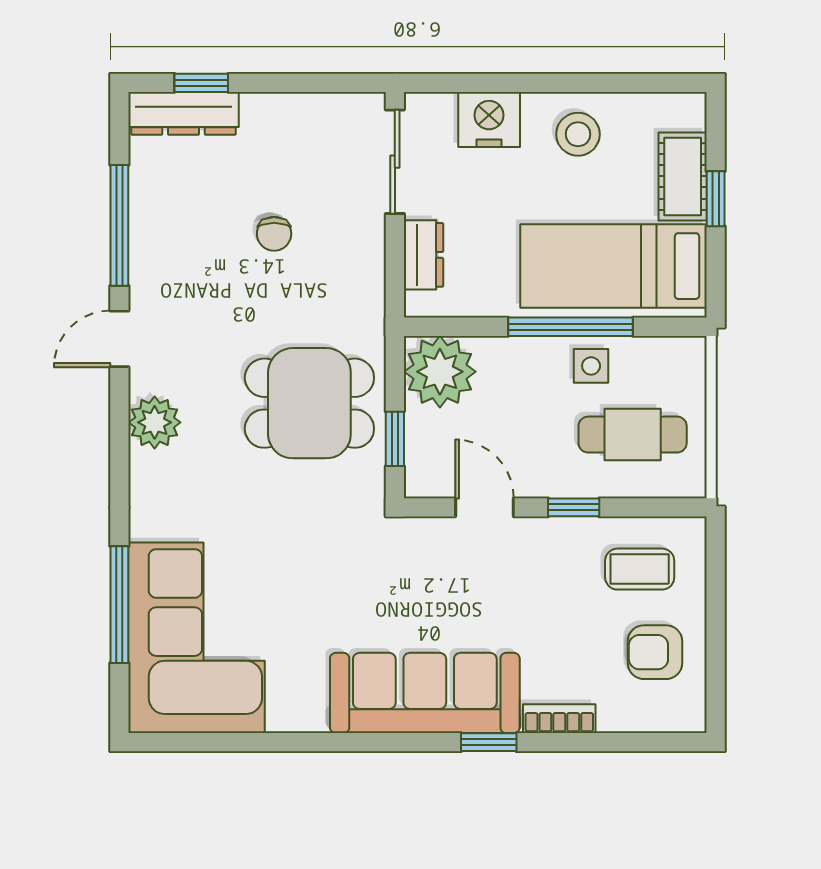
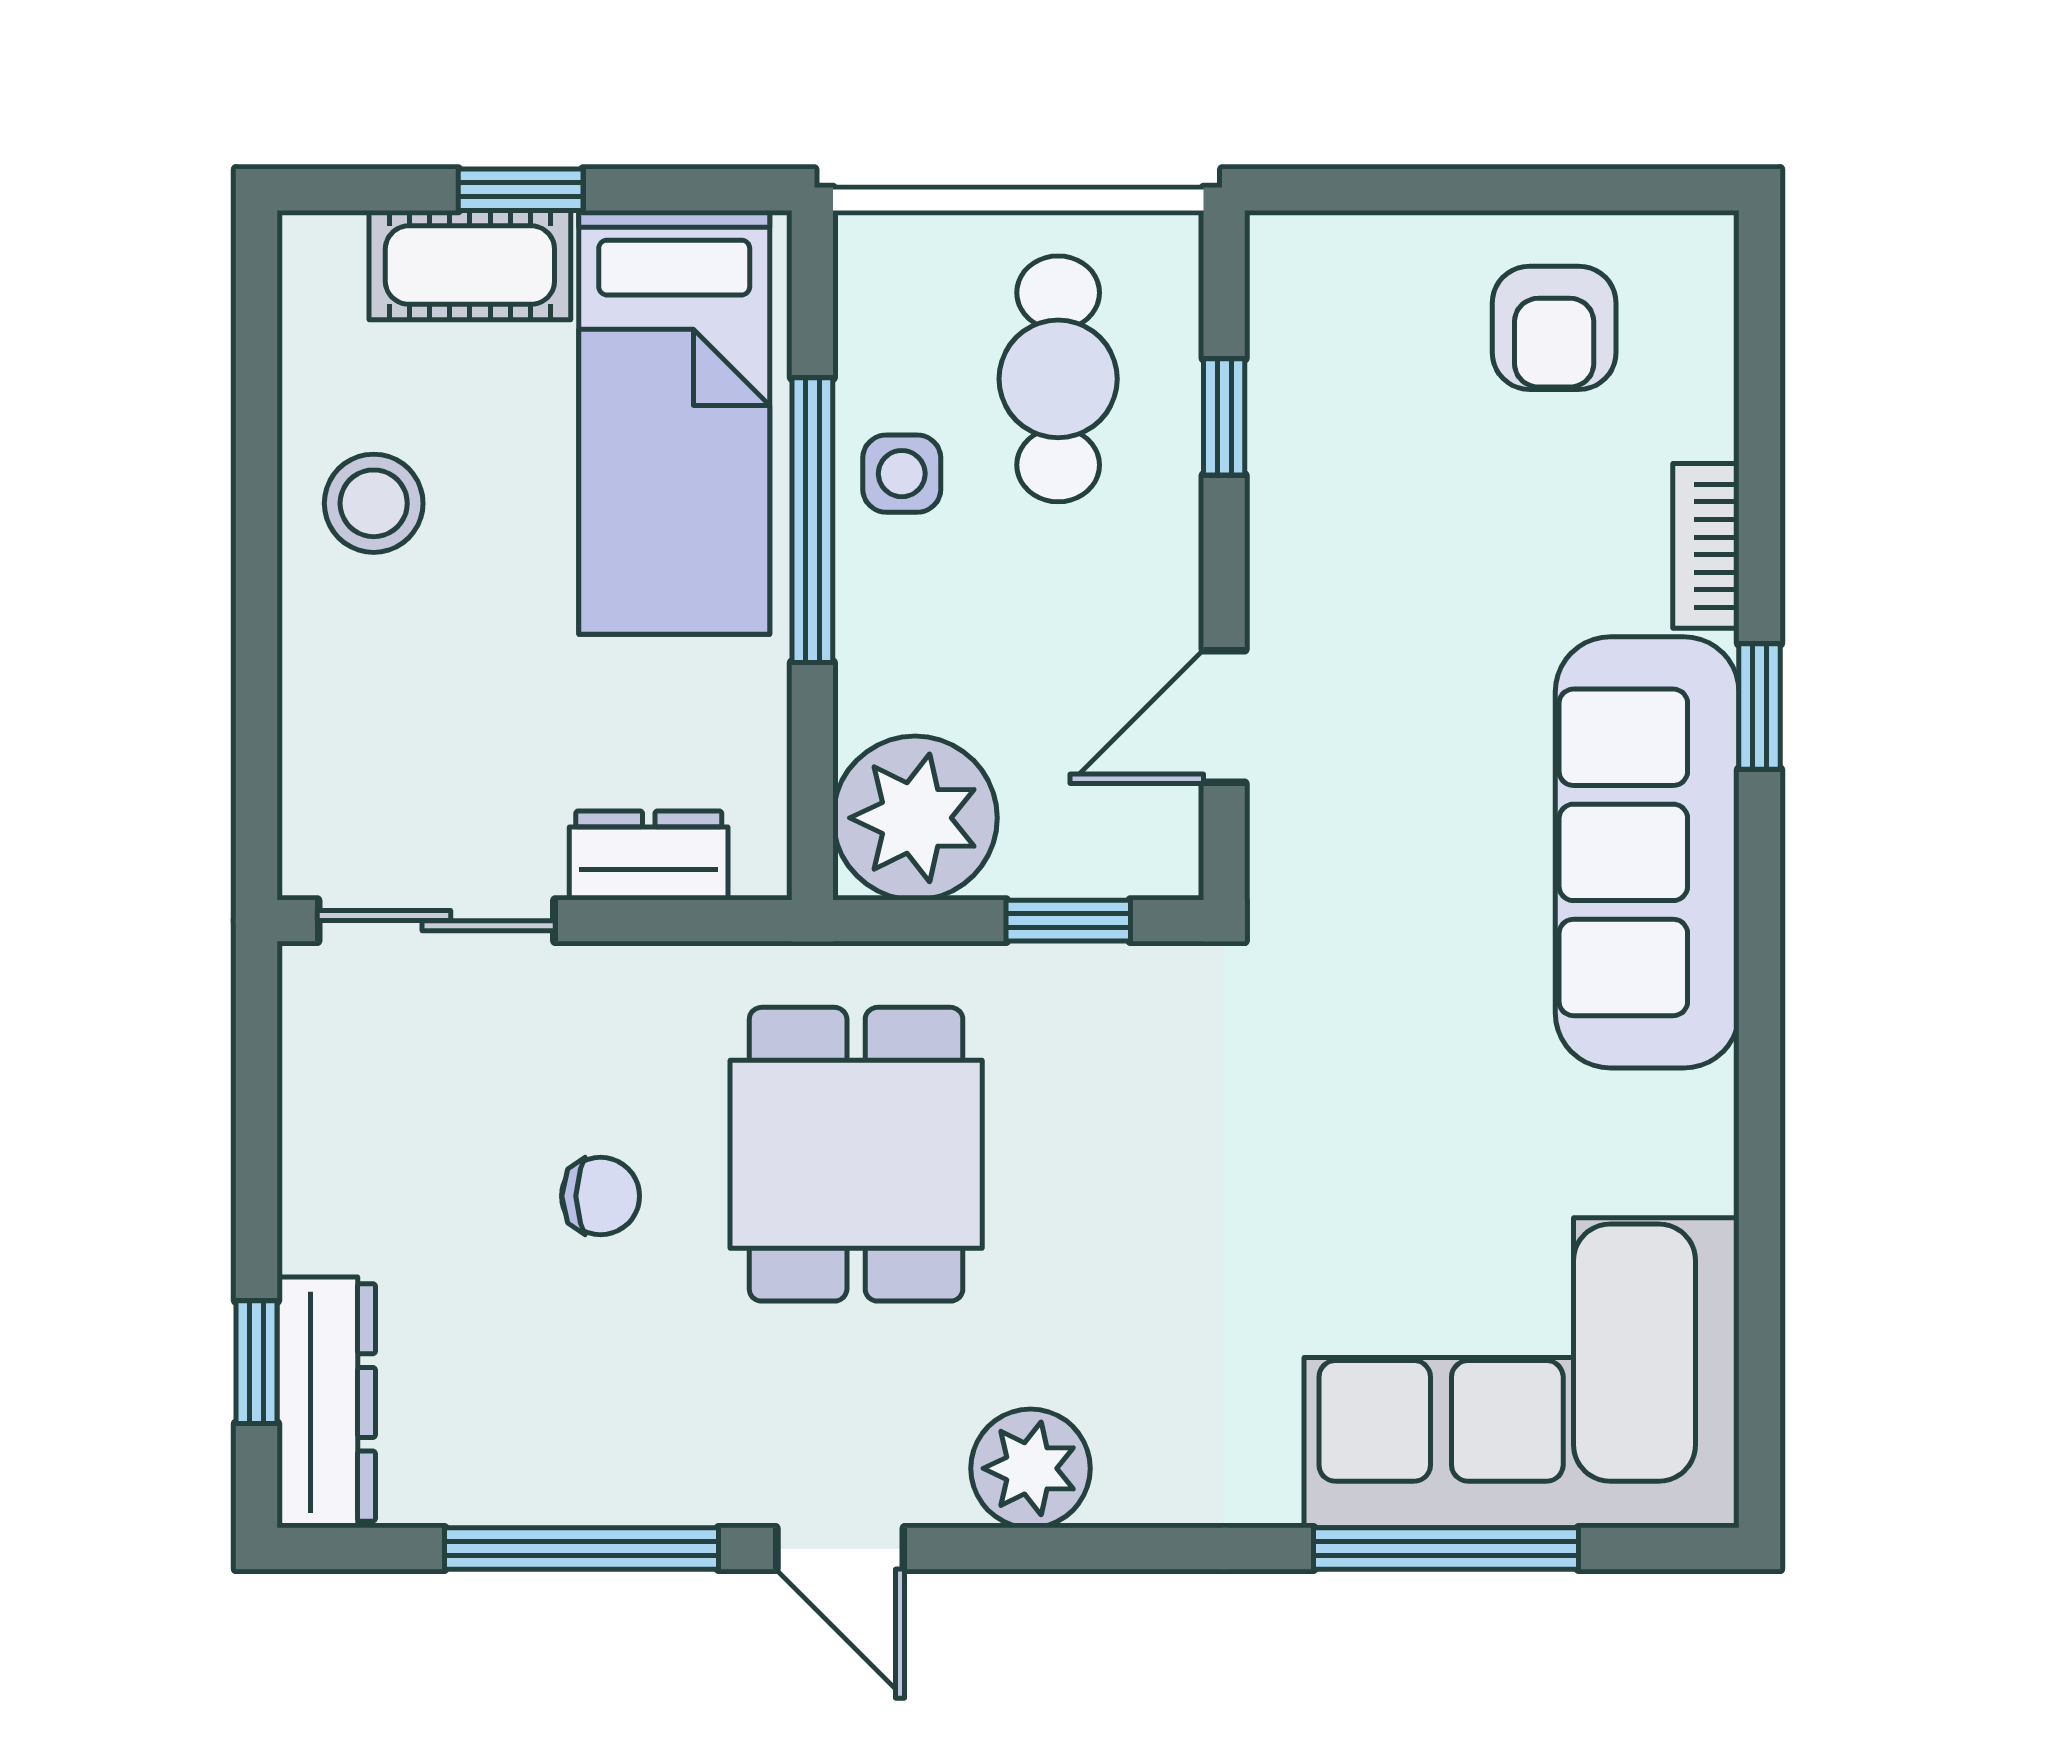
nightstand: (489, 119) -> (340, 706), removed
dining table: (309, 403) -> (856, 1154), moved
window: (574, 507) -> (1224, 417), moved
coffee table: (640, 569) -> (1365, 363), removed

